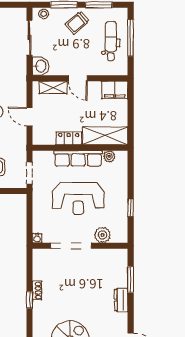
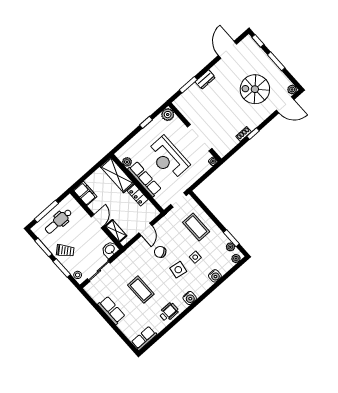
reception desk: (78, 198) -> (168, 158), turned 180
plant: (103, 235) -> (168, 115), moved

